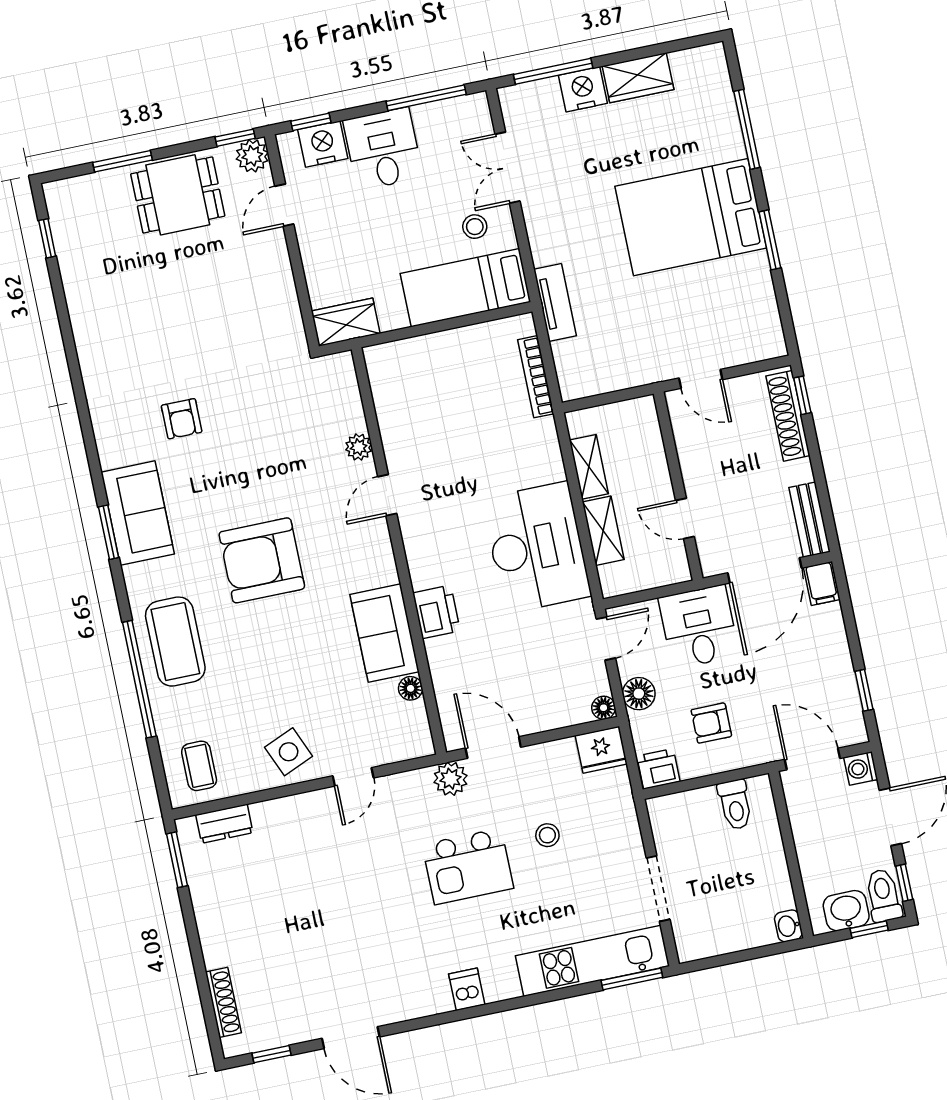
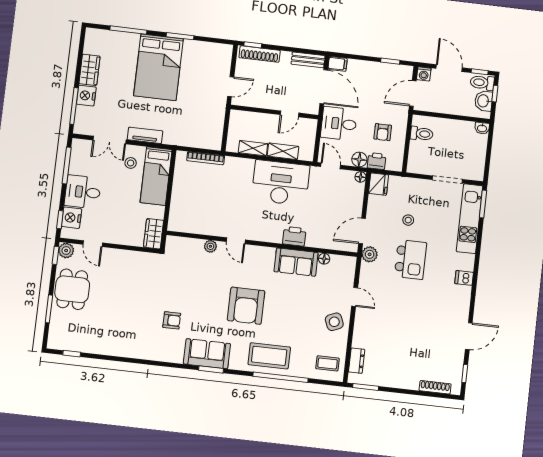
tv unit: (555, 302) -> (145, 135), moved
printer: (658, 769) -> (377, 161), moved, turned 90

